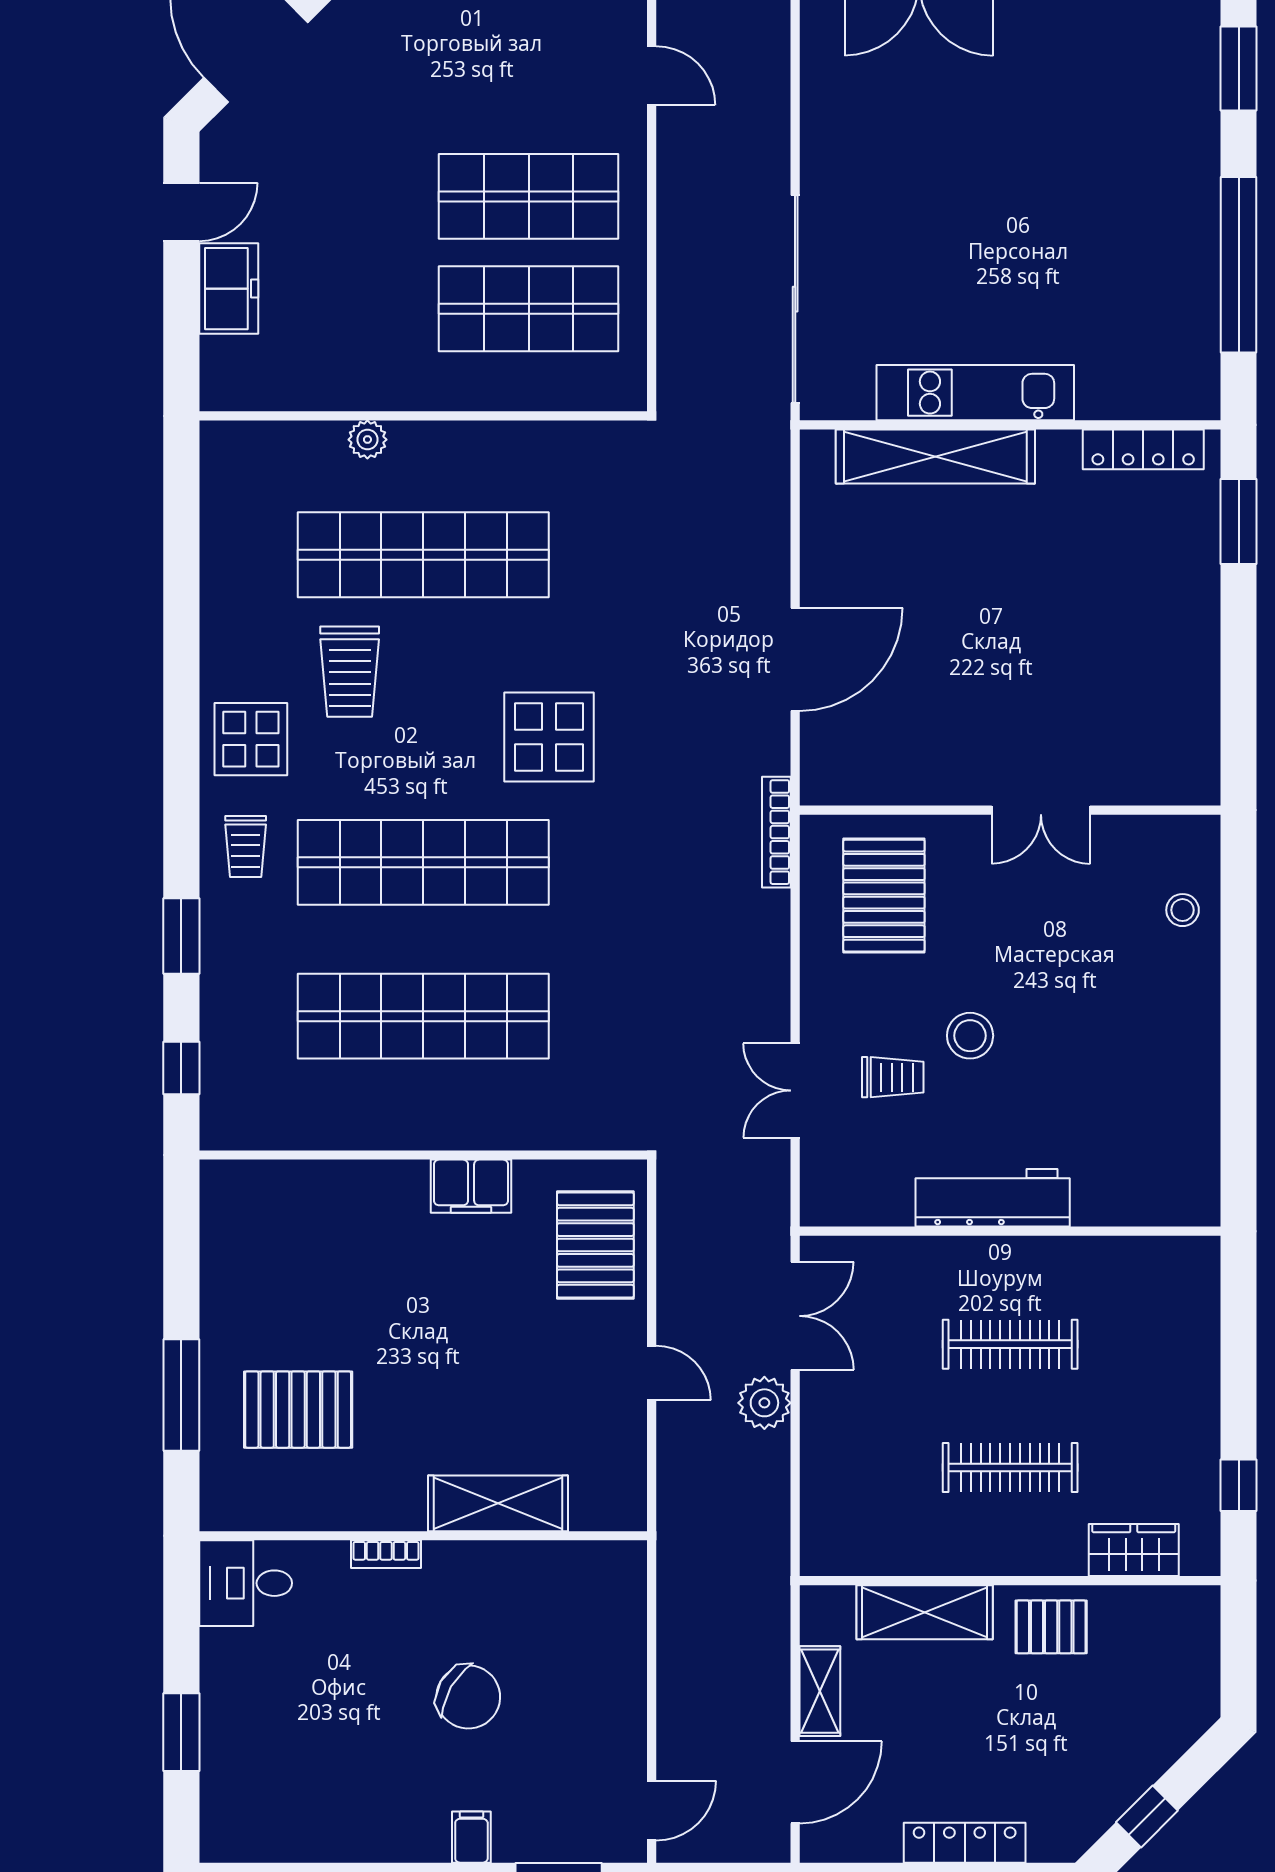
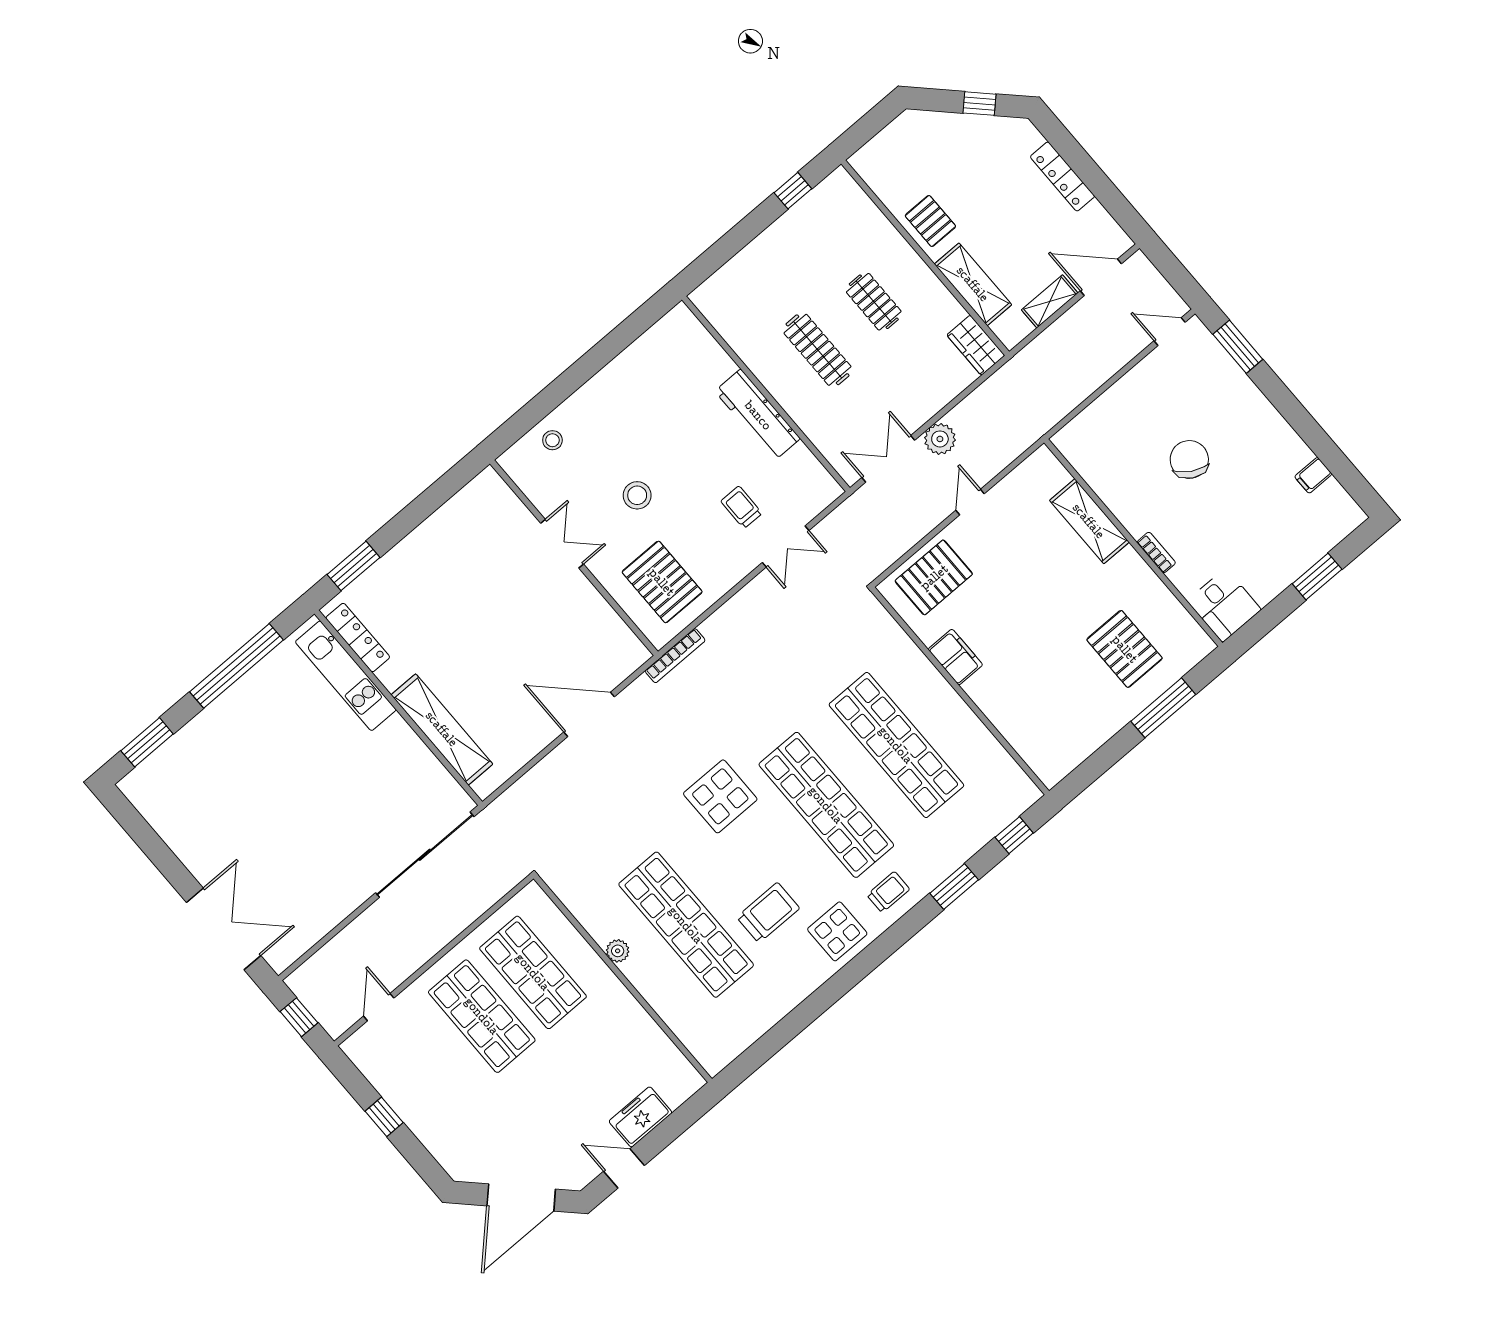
kitchen unit: (975, 393) -> (346, 676), moved
plant: (367, 440) -> (618, 951), moved
pallet: (884, 896) -> (662, 582), turned 90
stool: (970, 1036) -> (637, 495), moved
clothes rail: (1010, 1468) -> (874, 302), width x0.73
wardrobe: (1134, 1550) -> (976, 345), moved
filing cabinet: (471, 1837) -> (1313, 475), moved

